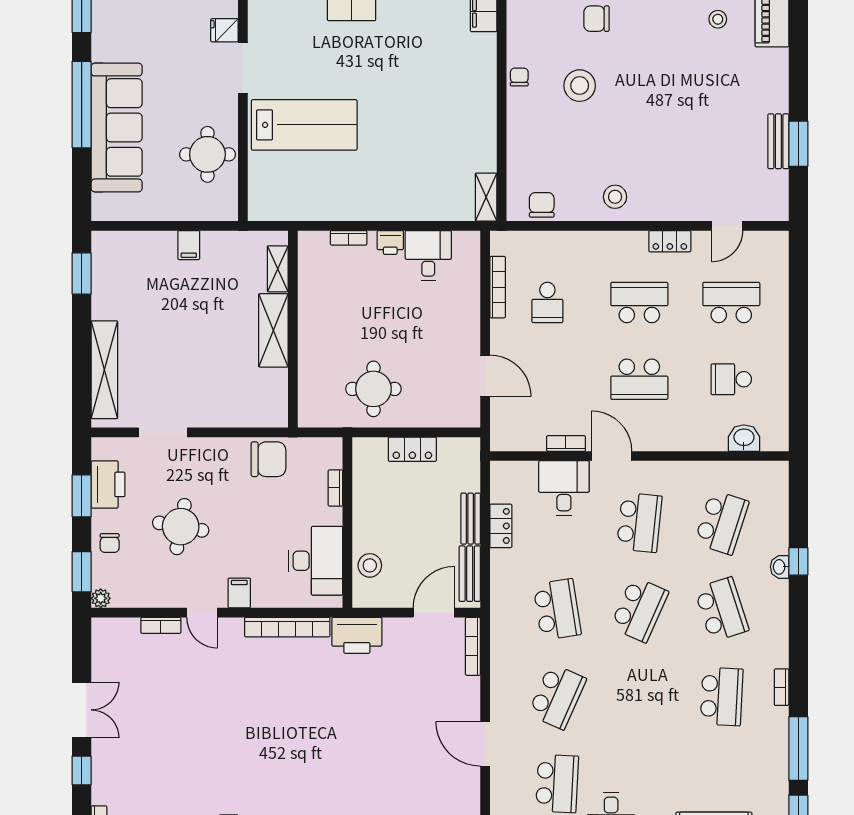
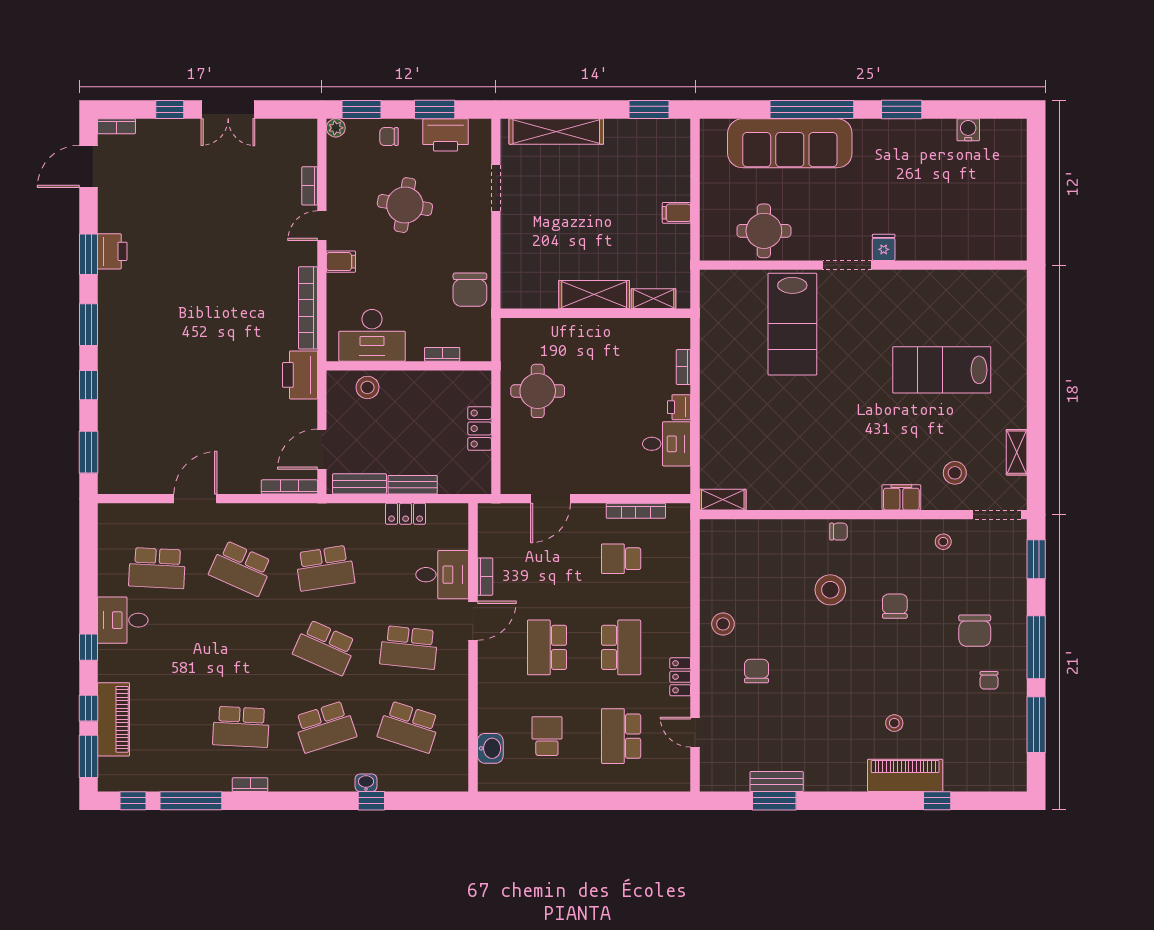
chair: (542, 205) -> (756, 671), moved, turned -90
school desk: (731, 302) -> (621, 736), turned 180
door: (434, 613) -> (322, 449), swing flipped

